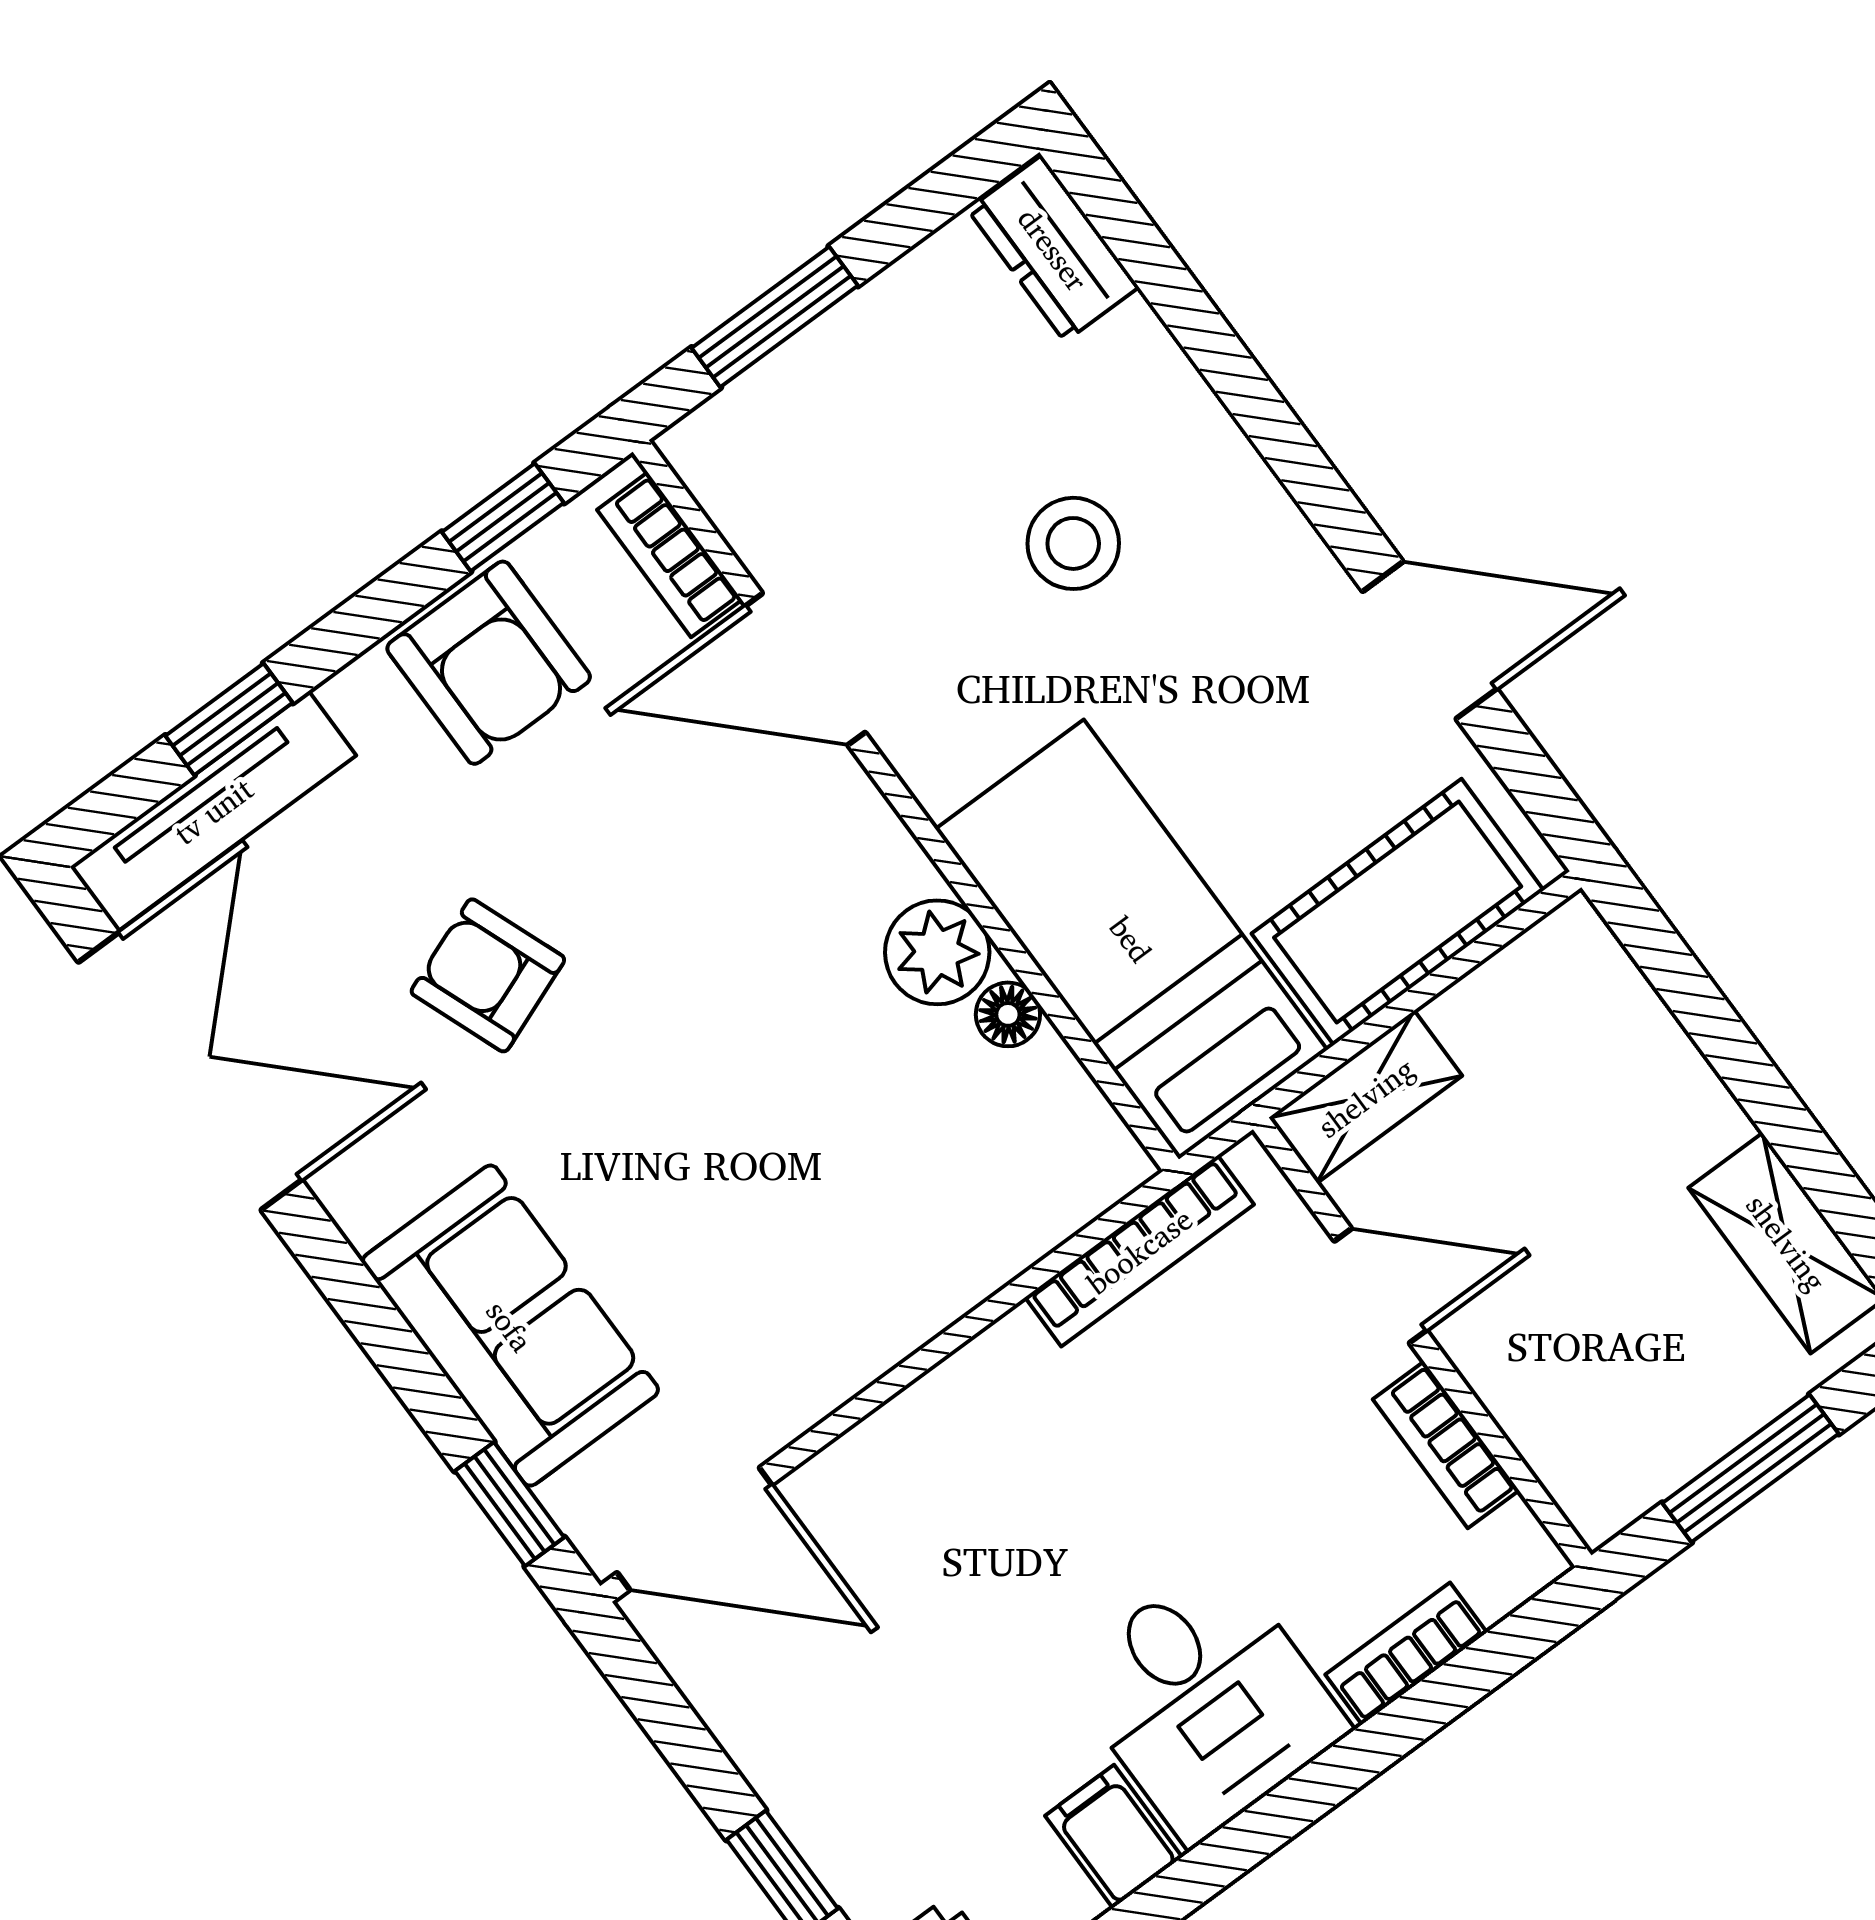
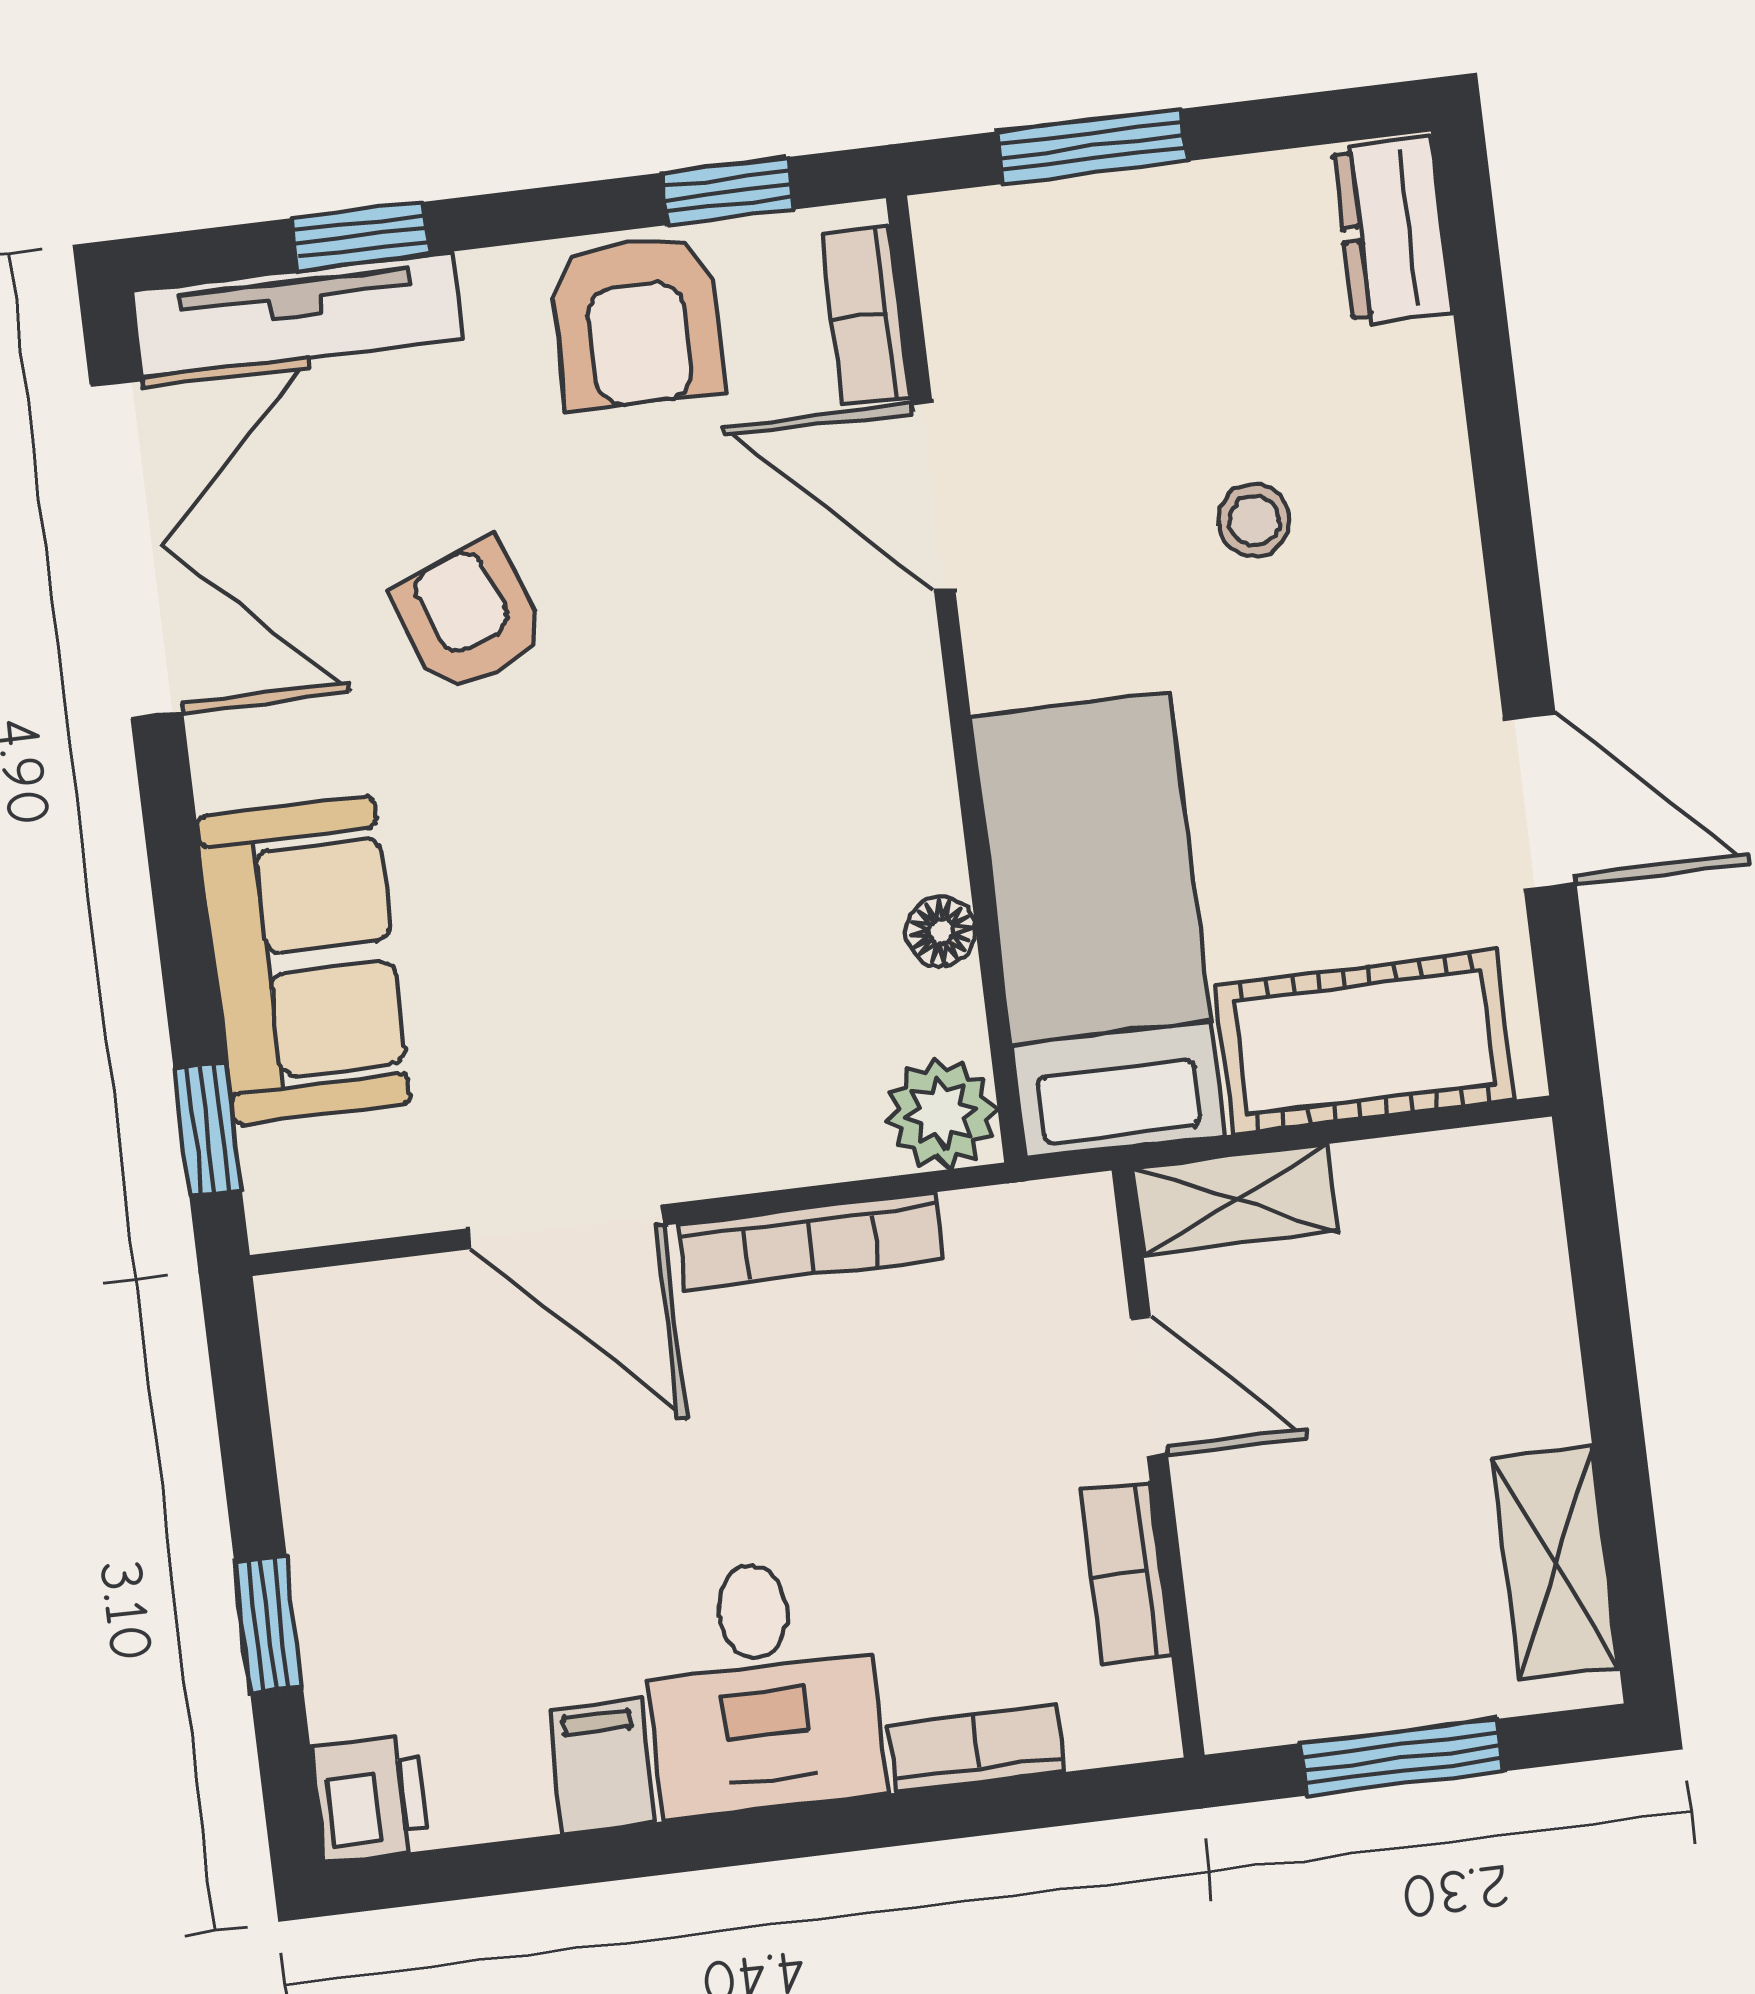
stool: (1073, 543) -> (1254, 520), width x0.73, depth x0.73
plant: (937, 952) -> (941, 1113), moved
bookcase: (1139, 1251) -> (810, 1241), moved
door: (694, 1529) -> (566, 1227), moved

